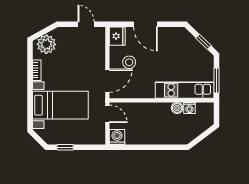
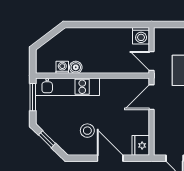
stool: (129, 62) -> (87, 131), moved

